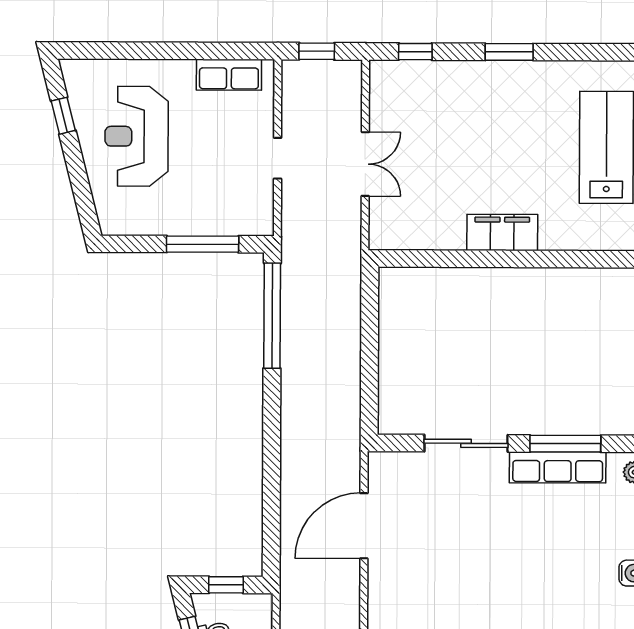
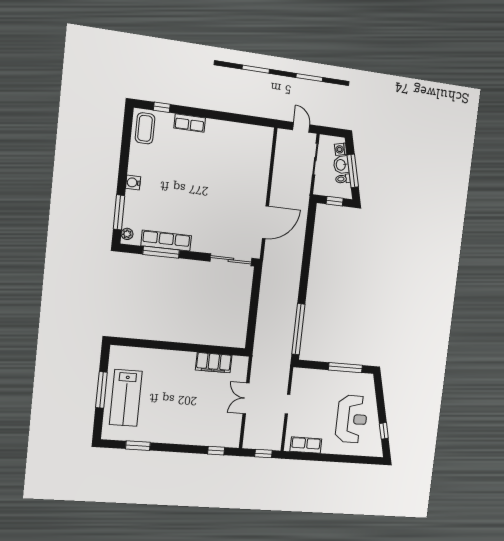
window: (509, 52) -> (138, 446), moved
filing cabinet: (502, 232) -> (214, 363), moved
window: (203, 244) -> (345, 368), moved
sliding door: (466, 443) -> (231, 260), moved

